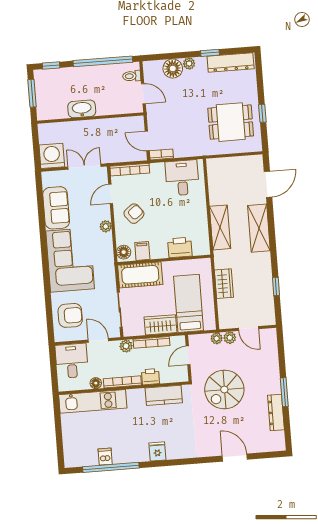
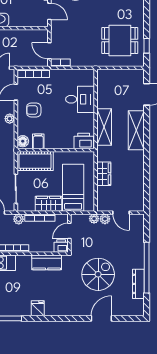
window: (262, 113) -> (147, 46), moved
desk: (182, 178) -> (80, 99), moved, turned 90
armchair: (134, 214) -> (34, 110), turned -142
printer: (180, 247) -> (84, 141), moved
window: (276, 286) -> (147, 180), removed
printer: (150, 377) -> (61, 246), moved
spiral stairs: (224, 390) -> (98, 274), moved, turned 180
window: (284, 392) -> (147, 268), width x2.11
door: (235, 458) -> (101, 318), hinge flipped

